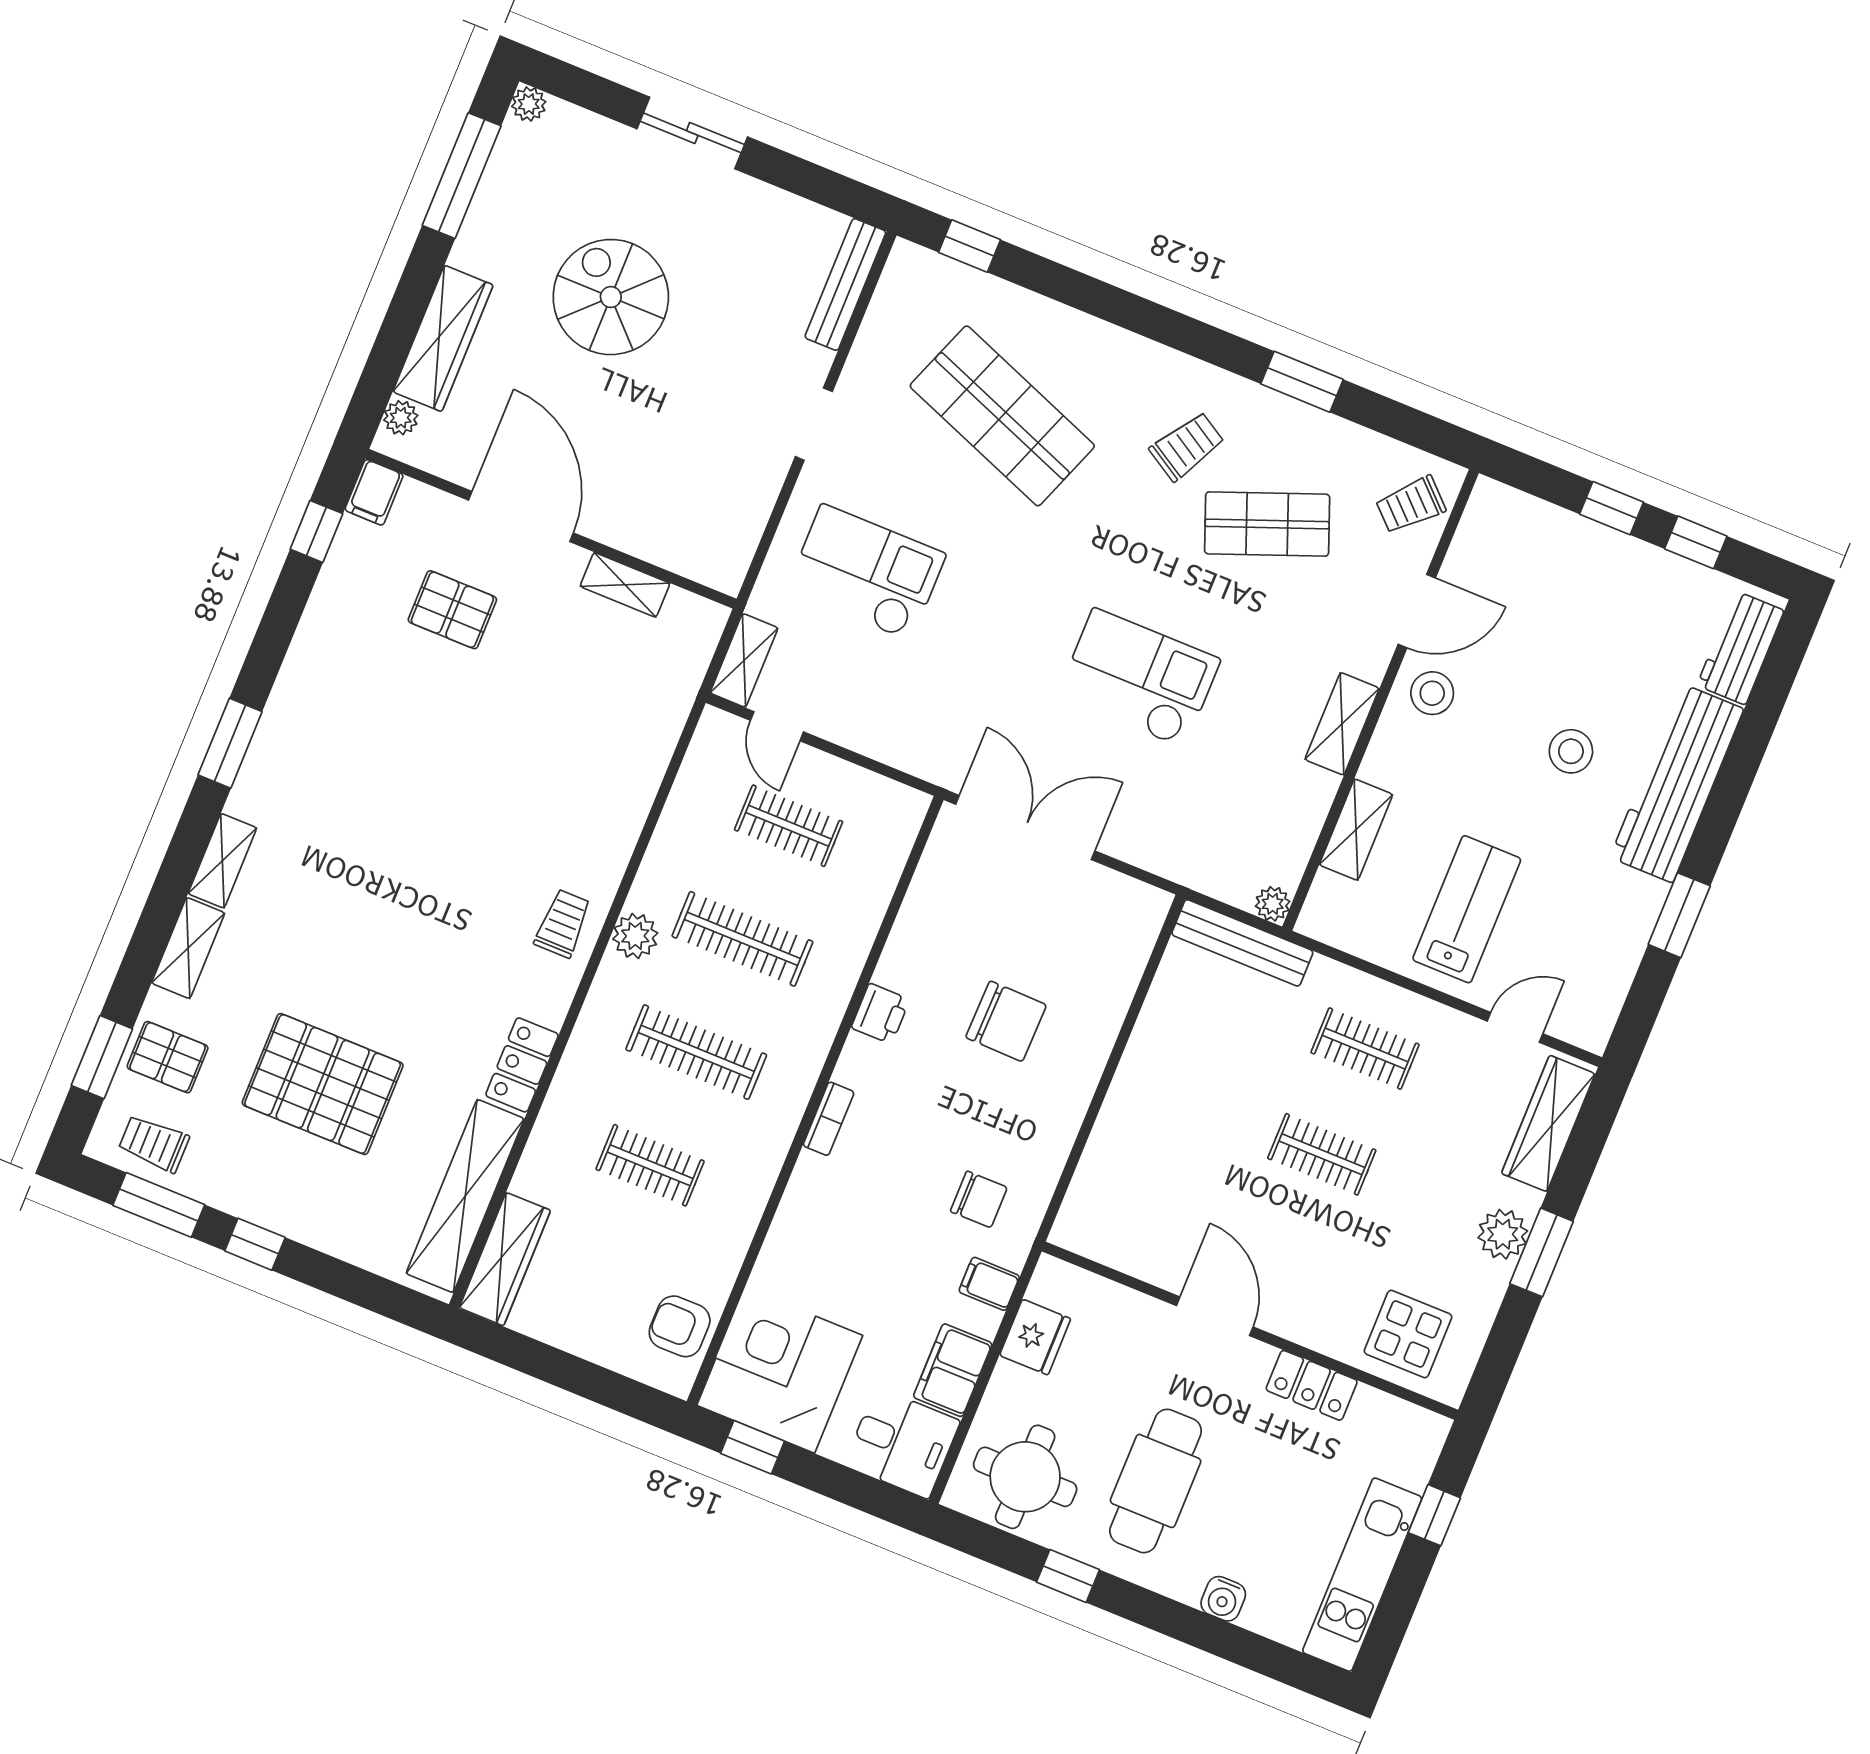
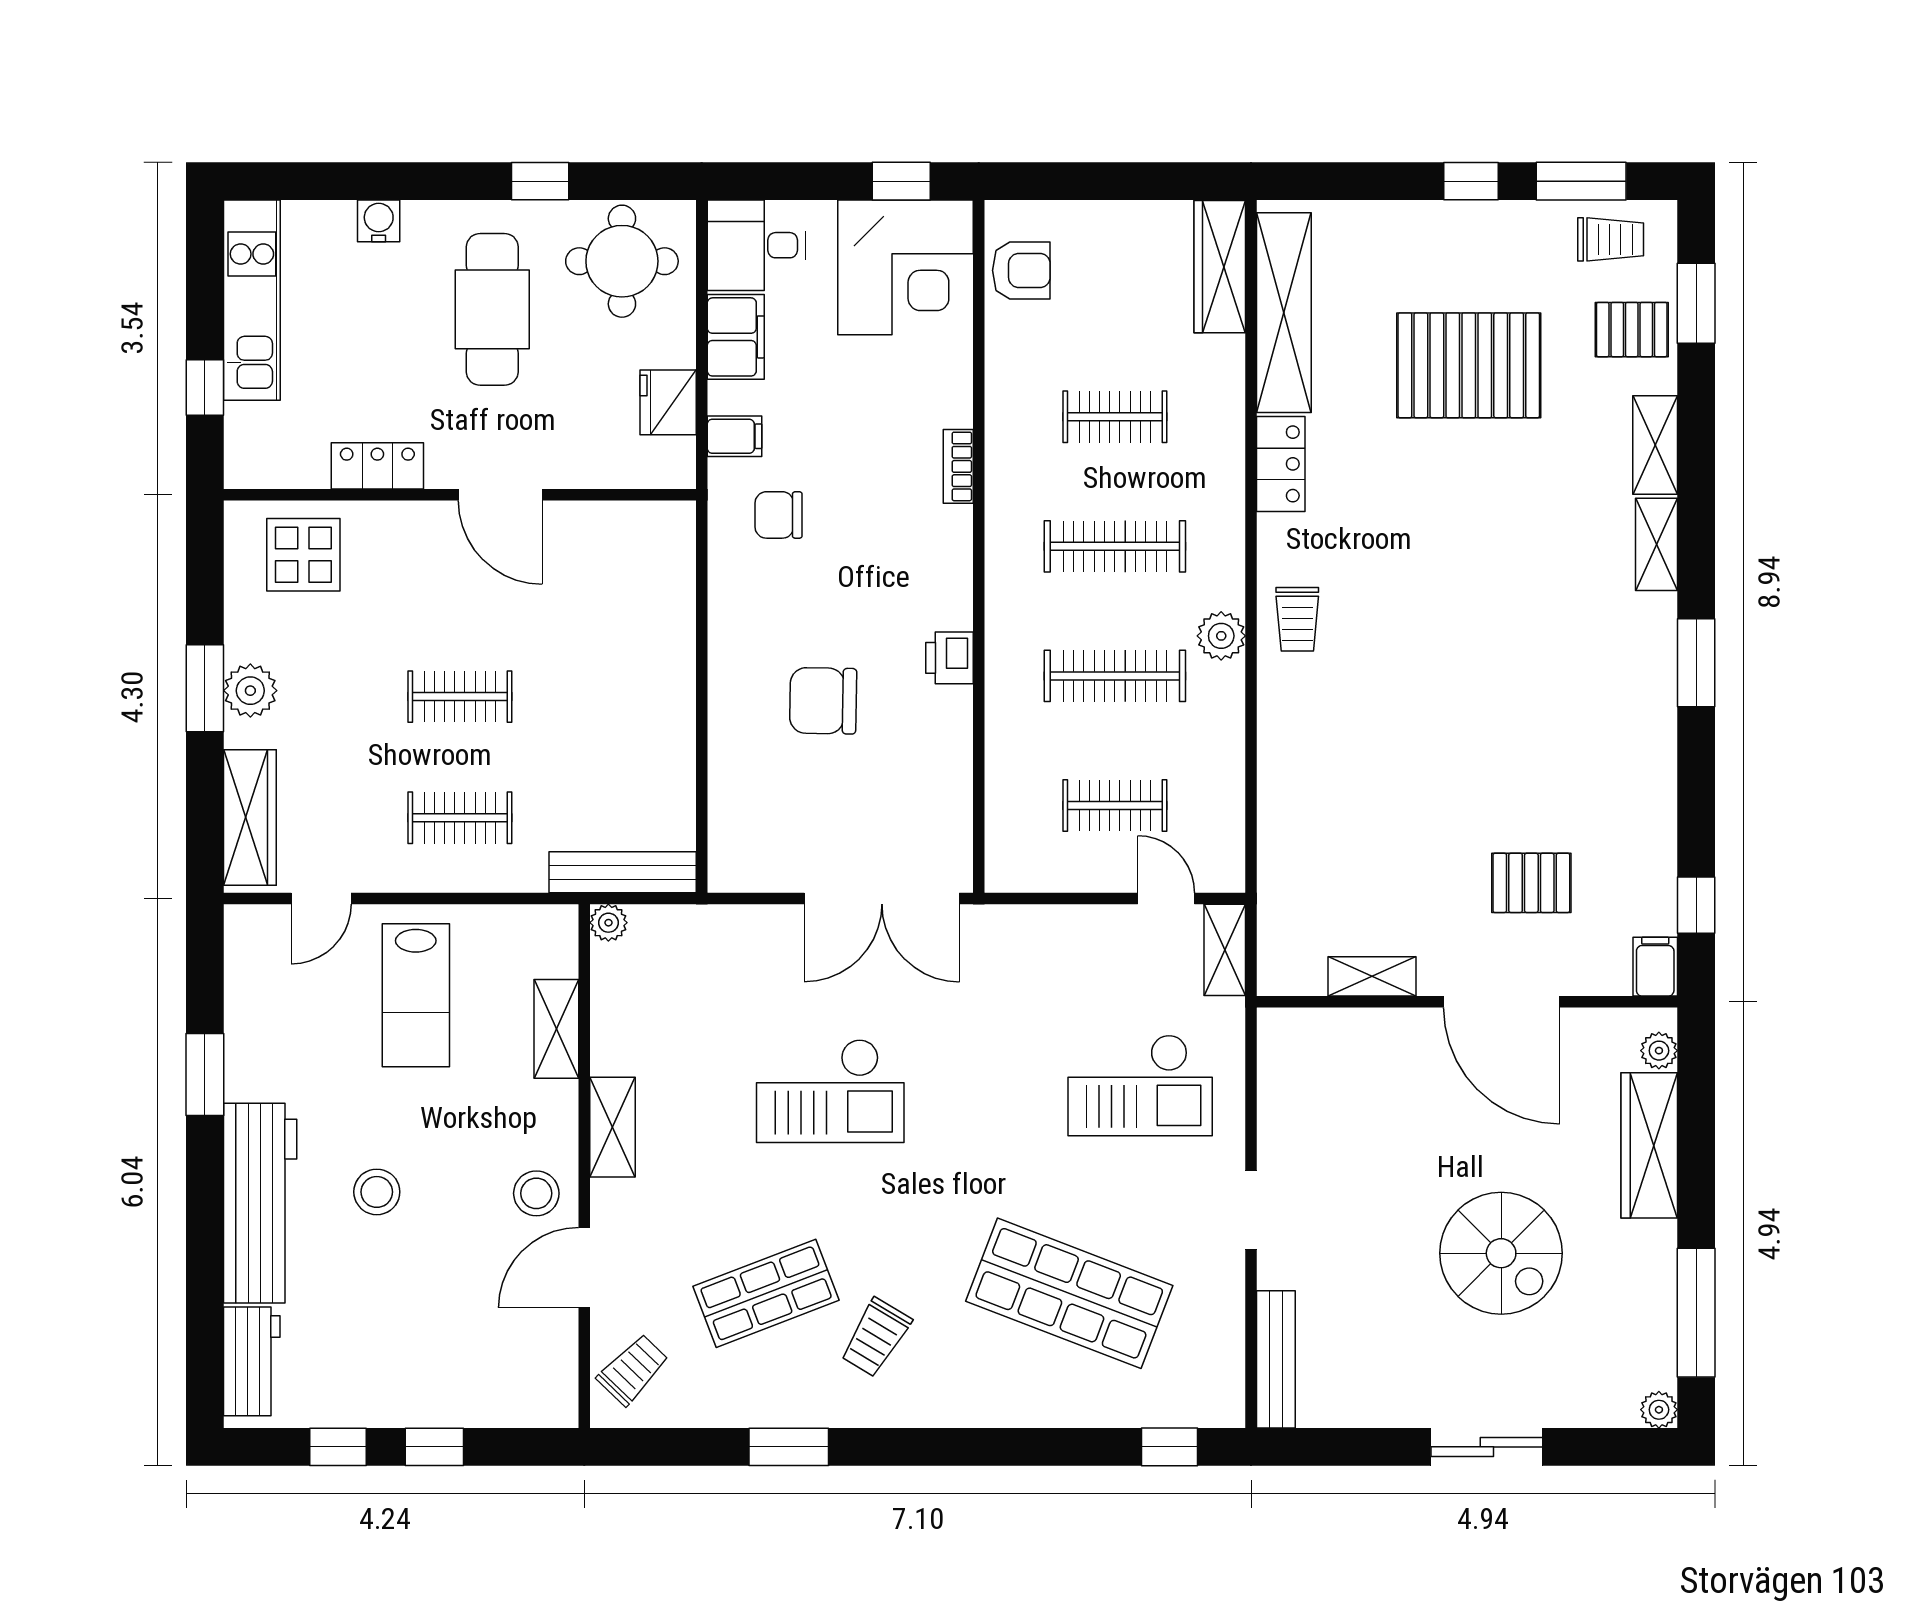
bookcase: (829, 1119) -> (958, 466), moved

